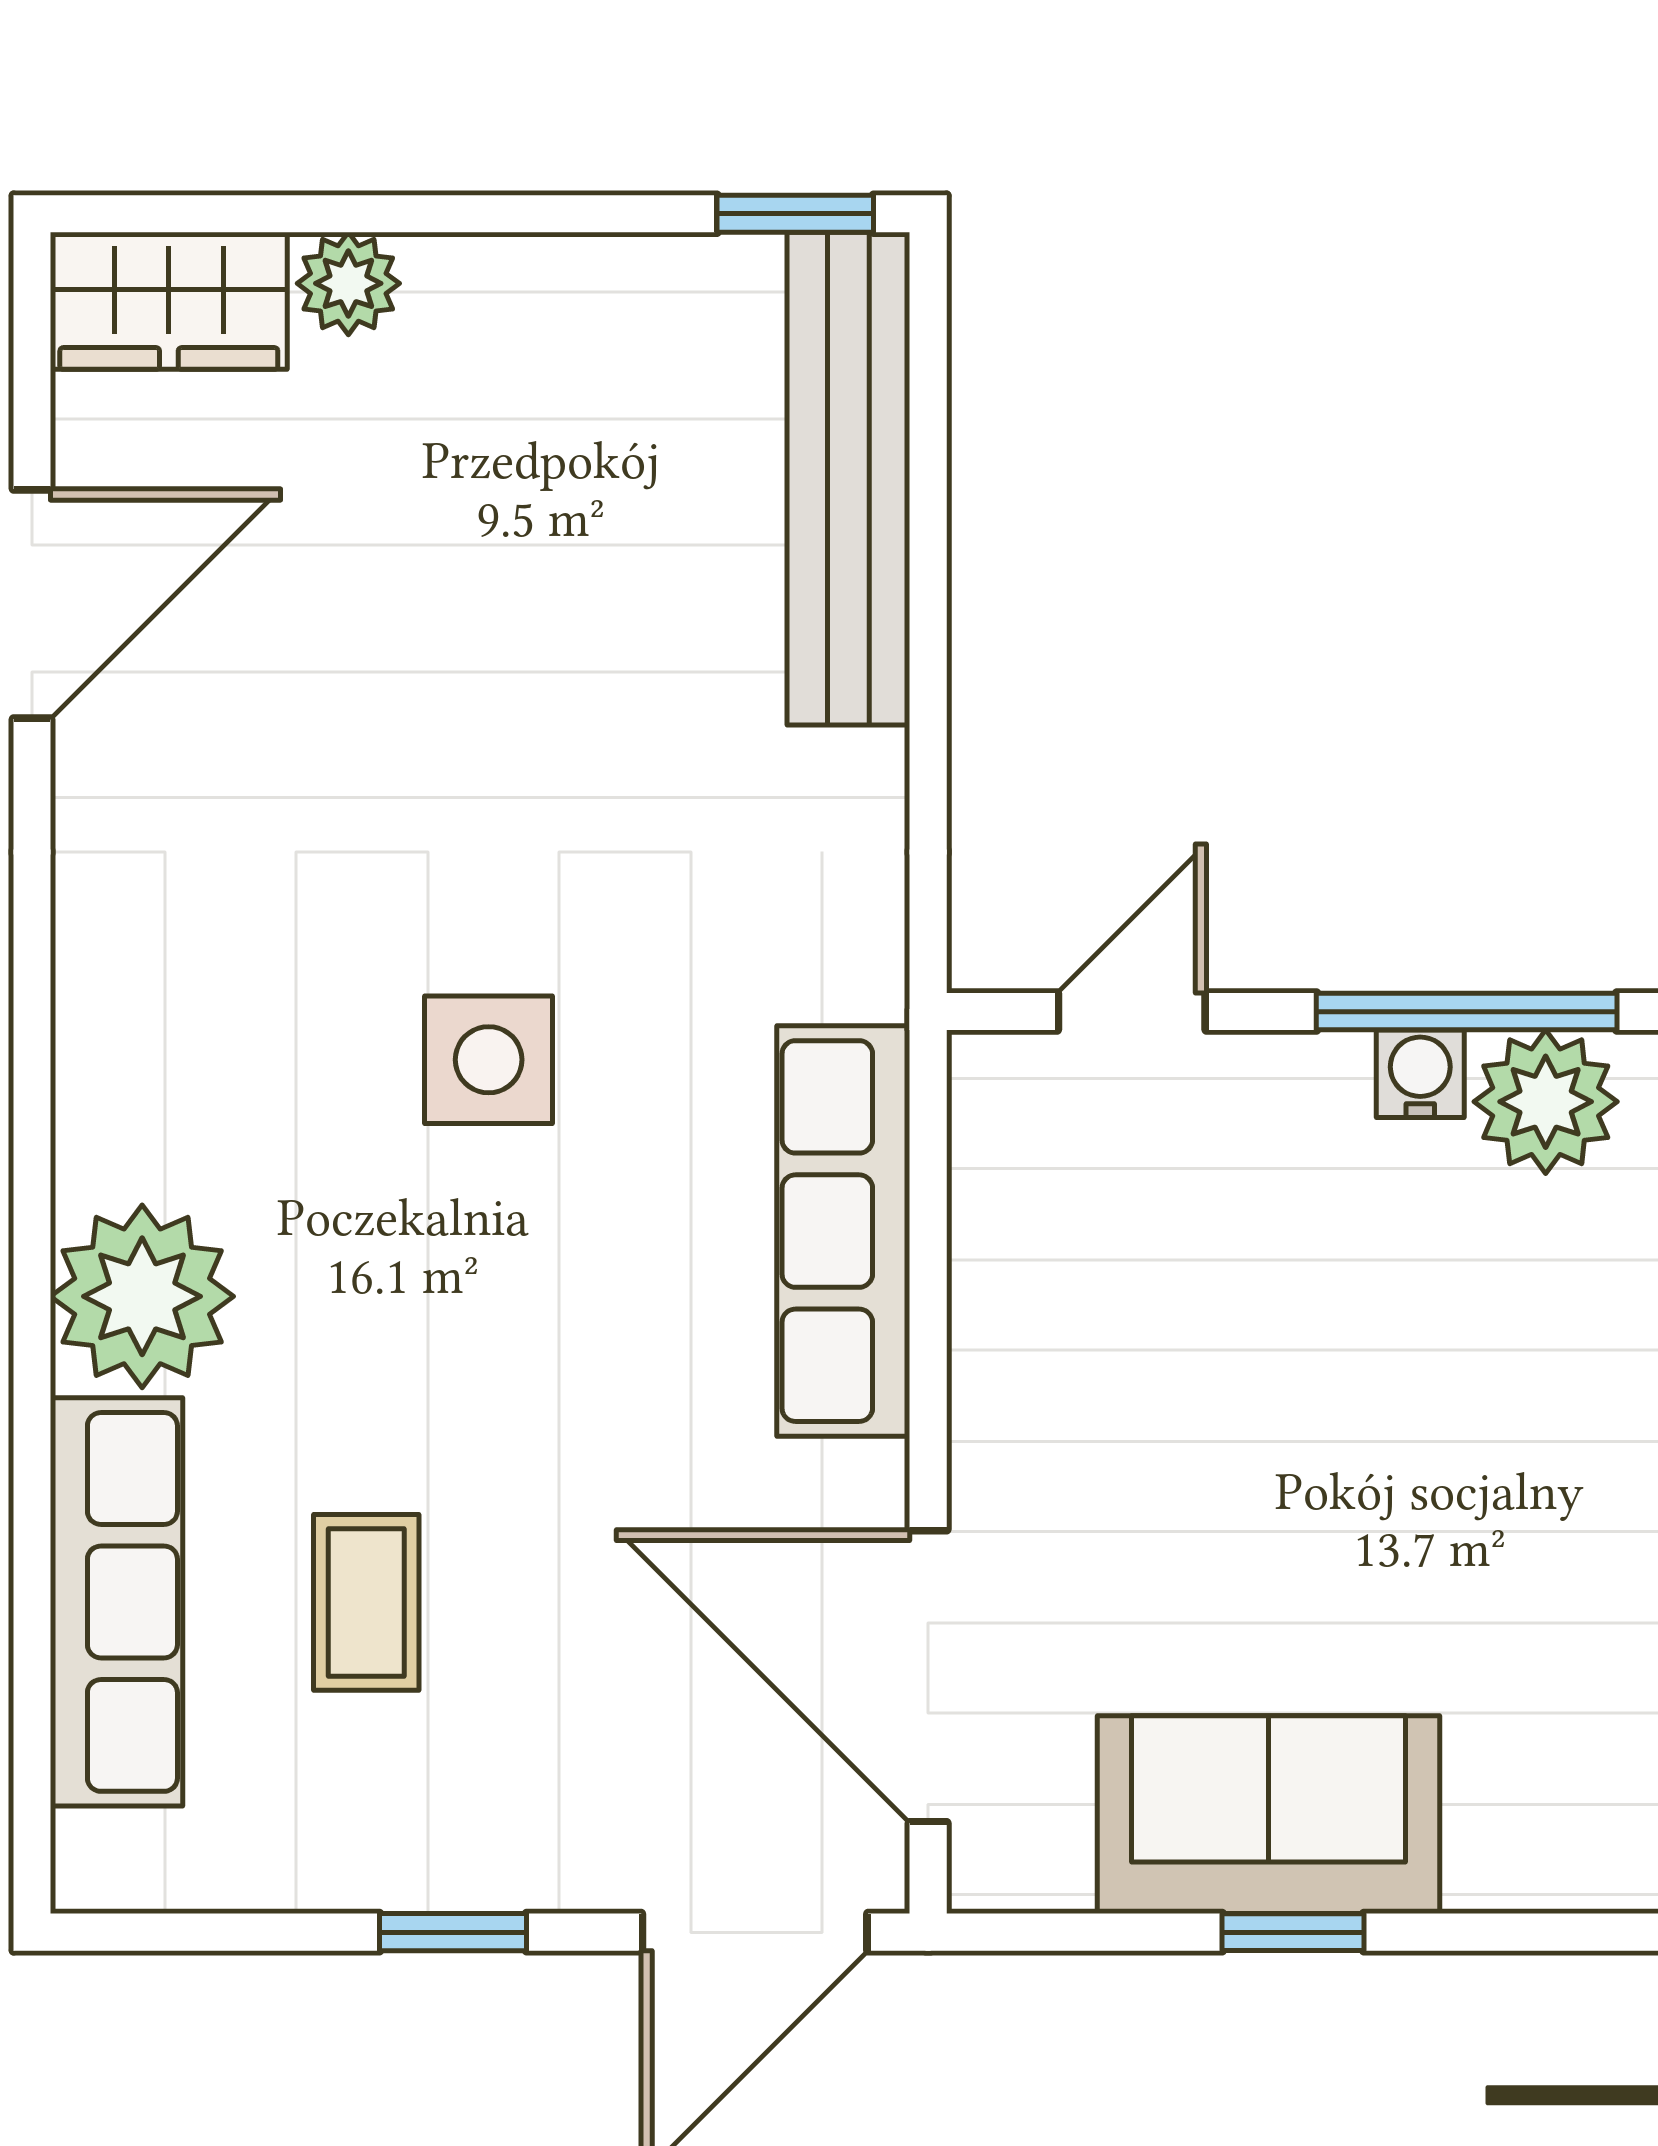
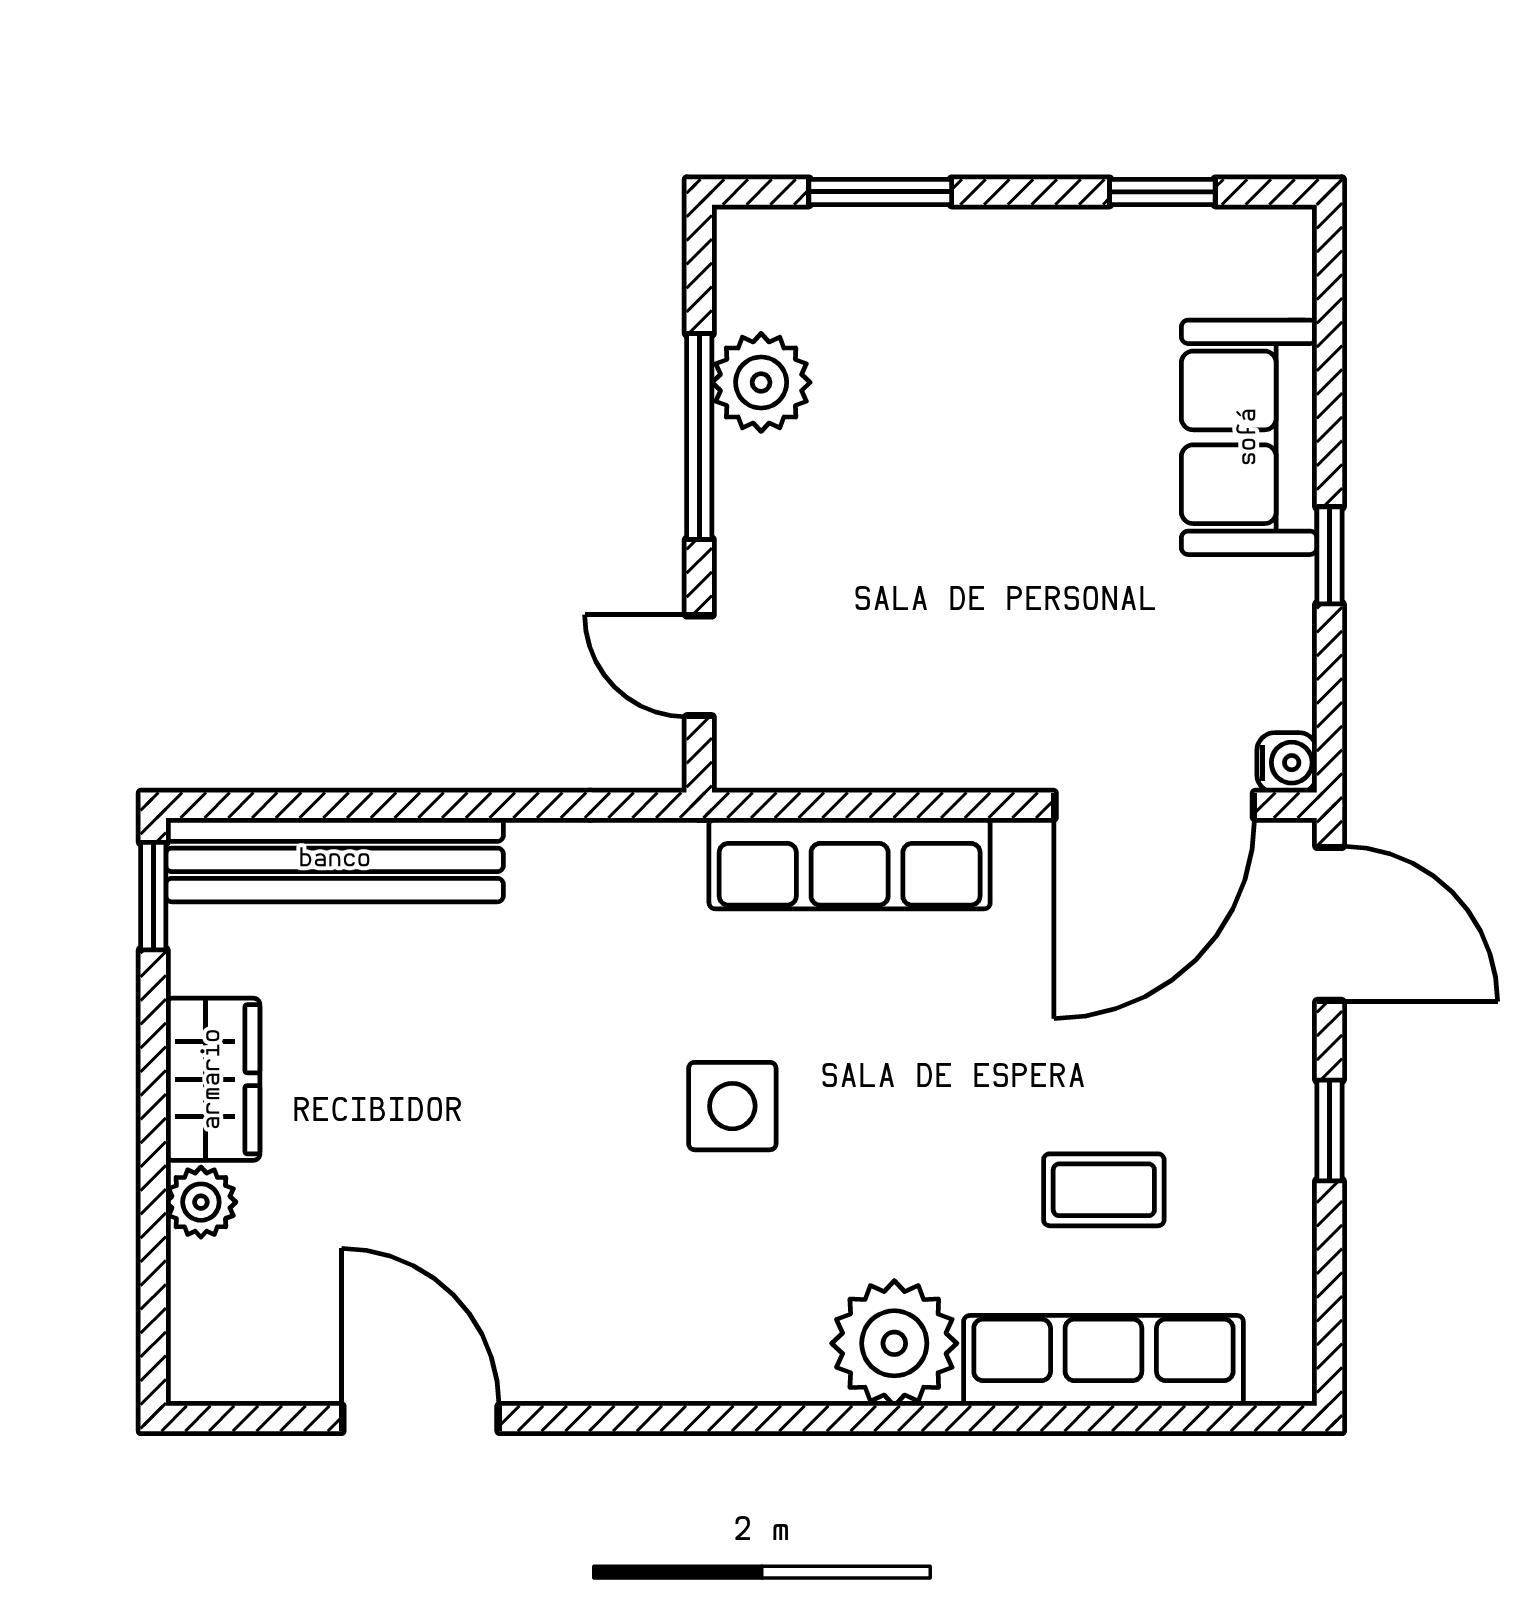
wardrobe: (169, 301) -> (213, 1079), moved
water cooler: (1420, 1074) -> (1287, 763), moved, turned 180
sofa: (1268, 1815) -> (1249, 437), moved

